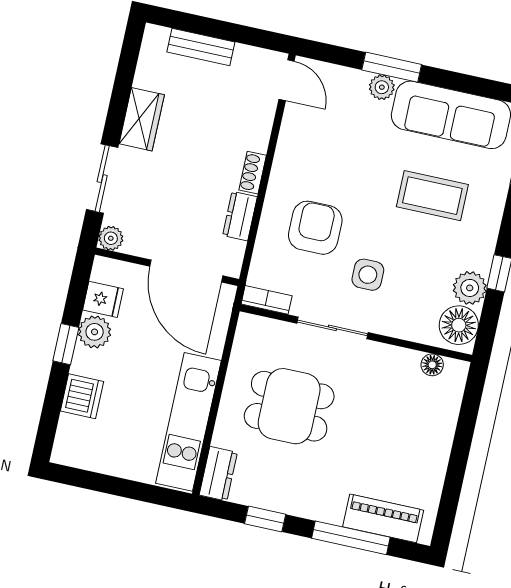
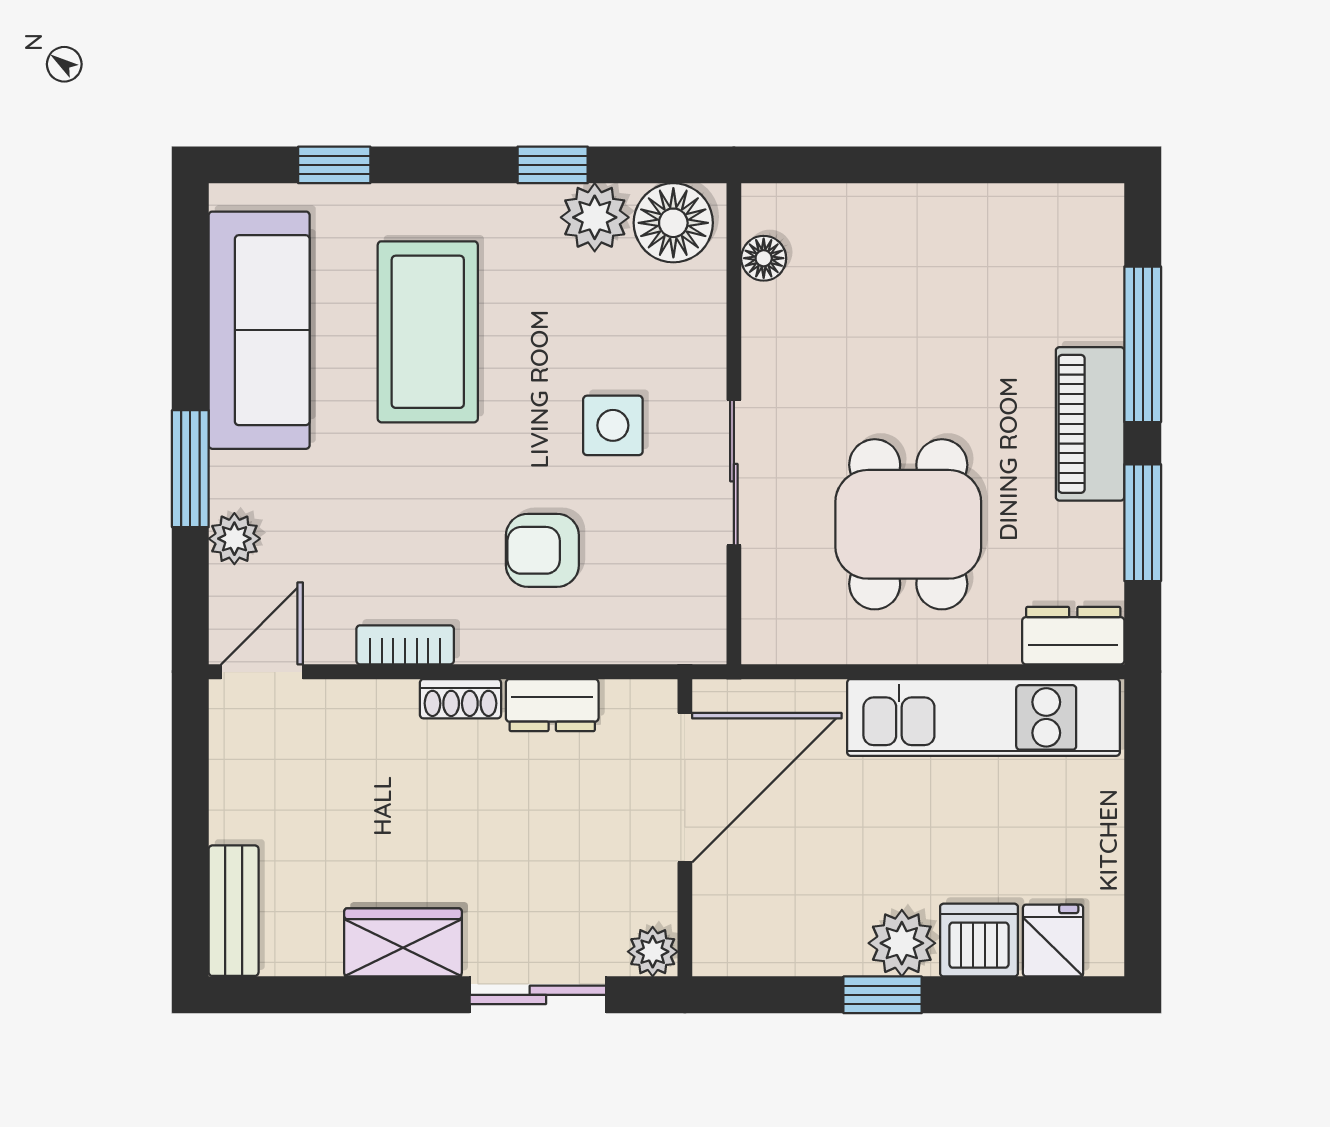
bench: (201, 47) -> (234, 911), moved
plant: (382, 87) -> (234, 539), moved
coffee table: (432, 196) -> (428, 332), width x1.36, depth x1.32
armchair: (315, 228) -> (542, 550), width x0.72, depth x0.72
fridge: (103, 299) -> (1053, 941), moved
bookcase: (267, 300) -> (405, 645), moved, turned 90
plant: (95, 332) -> (902, 943), moved
piano: (383, 518) -> (1090, 424), moved
window: (265, 519) -> (1143, 523), width x1.50

